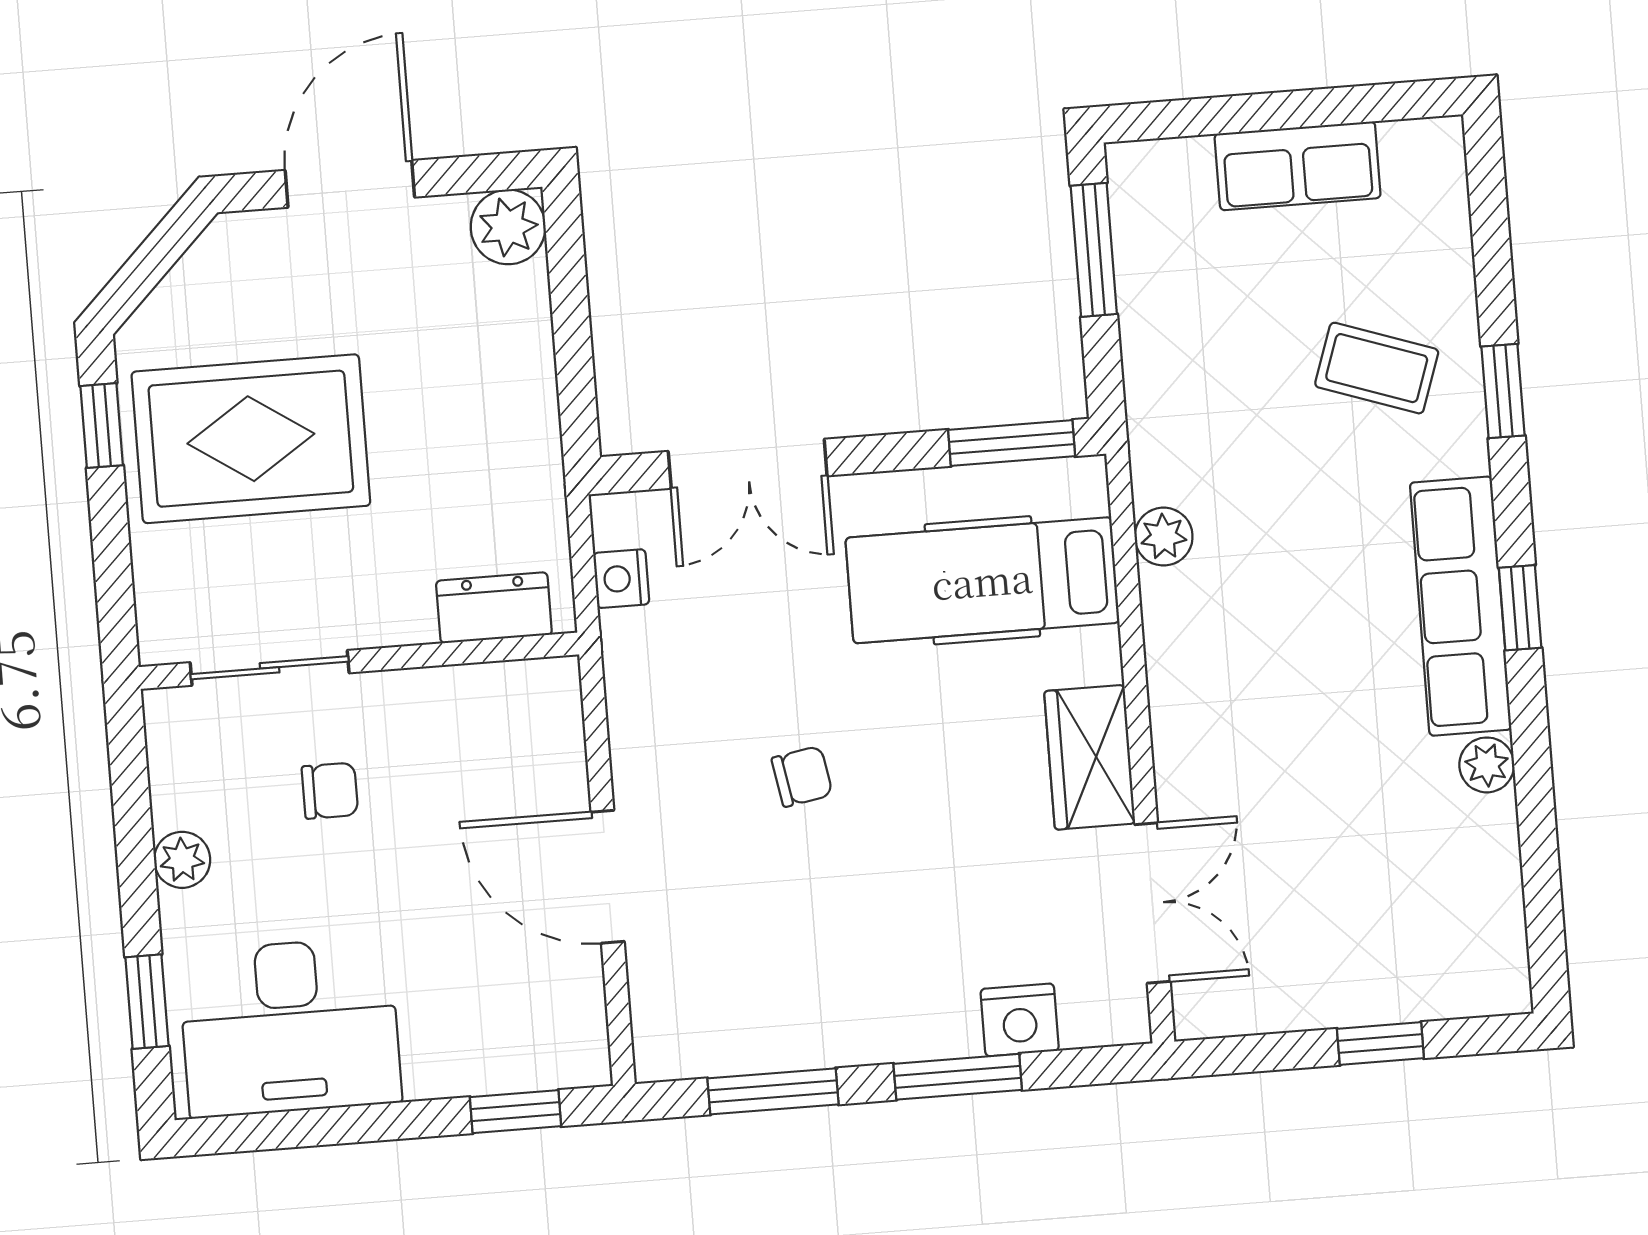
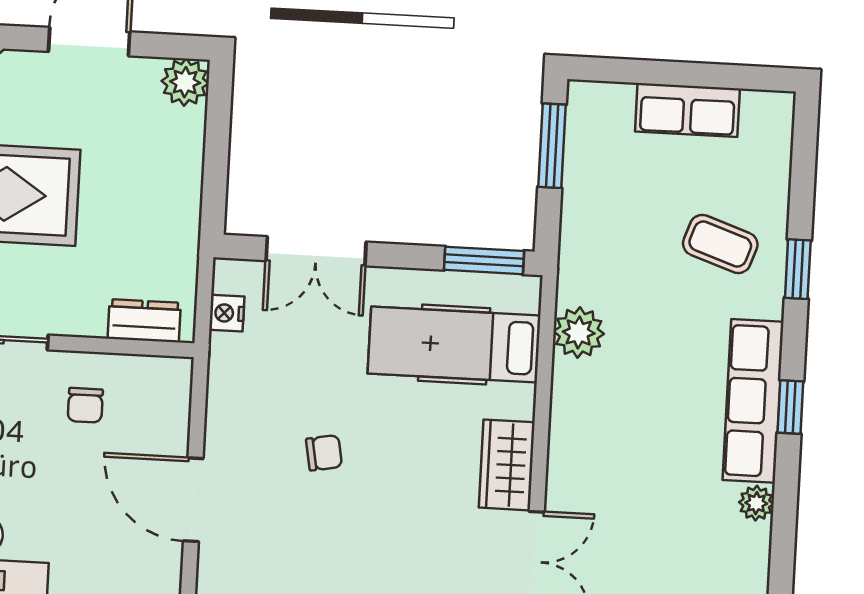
plant: (1164, 537) -> (579, 333), width x1.38, depth x1.38
chair: (330, 791) -> (85, 405), moved, turned 90

